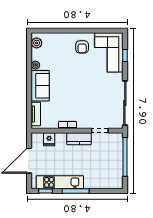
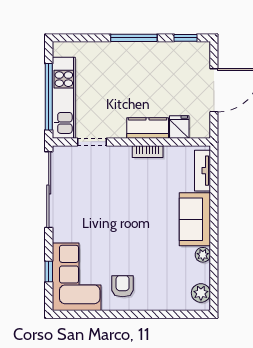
kitchen counter: (79, 139) -> (148, 128), moved
kitchen unit: (60, 182) -> (64, 98), moved, turned -90

